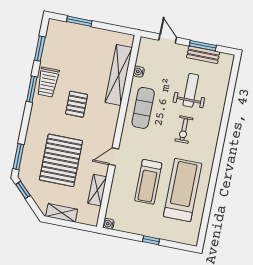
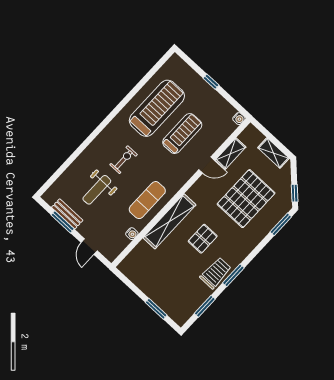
shelving: (119, 75) -> (169, 221), moved
door: (114, 157) -> (207, 165), moved
treadmill: (183, 190) -> (157, 108), turned 180

